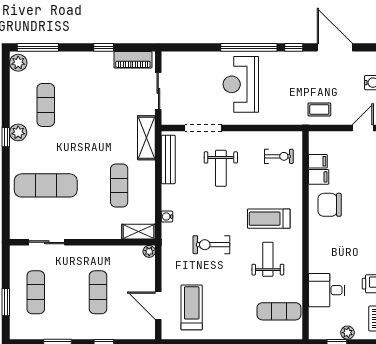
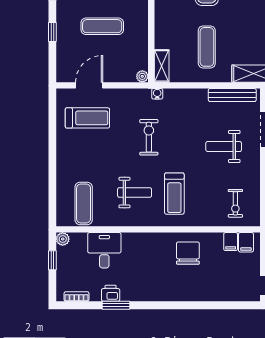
filing cabinet: (319, 177) -> (246, 242), moved
exercise mat: (119, 185) -> (207, 47), turned 90
water cooler: (167, 216) -> (157, 94), moved
treadmill: (269, 219) -> (174, 194), turned 180
plant: (347, 333) -> (63, 239), moved

